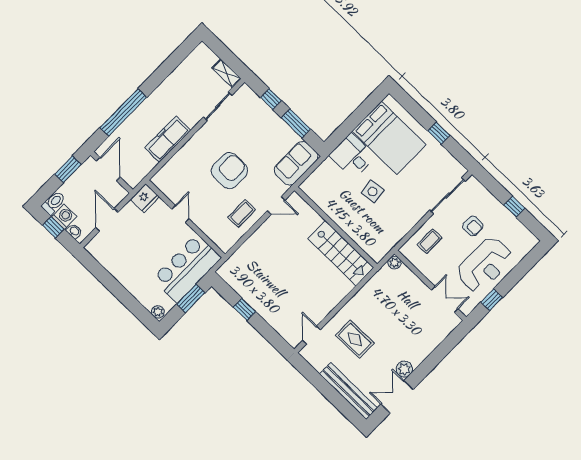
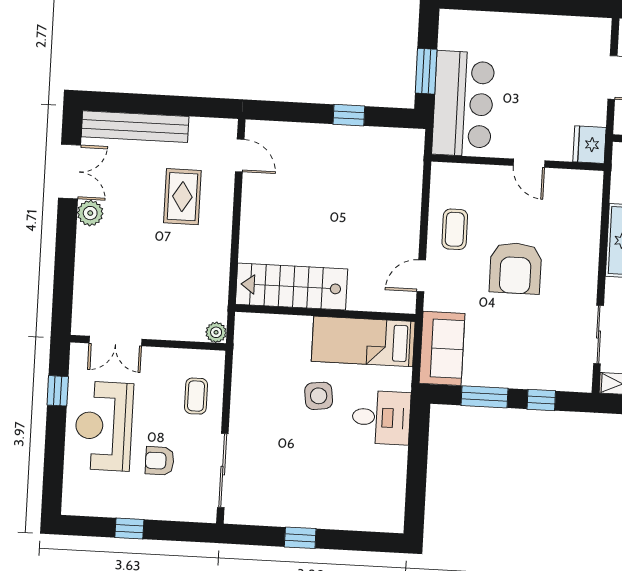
bed: (389, 138) -> (363, 341), moved, width x0.67
plant: (158, 312) -> (452, 20), removed
rug: (355, 339) -> (182, 197), turned 90

